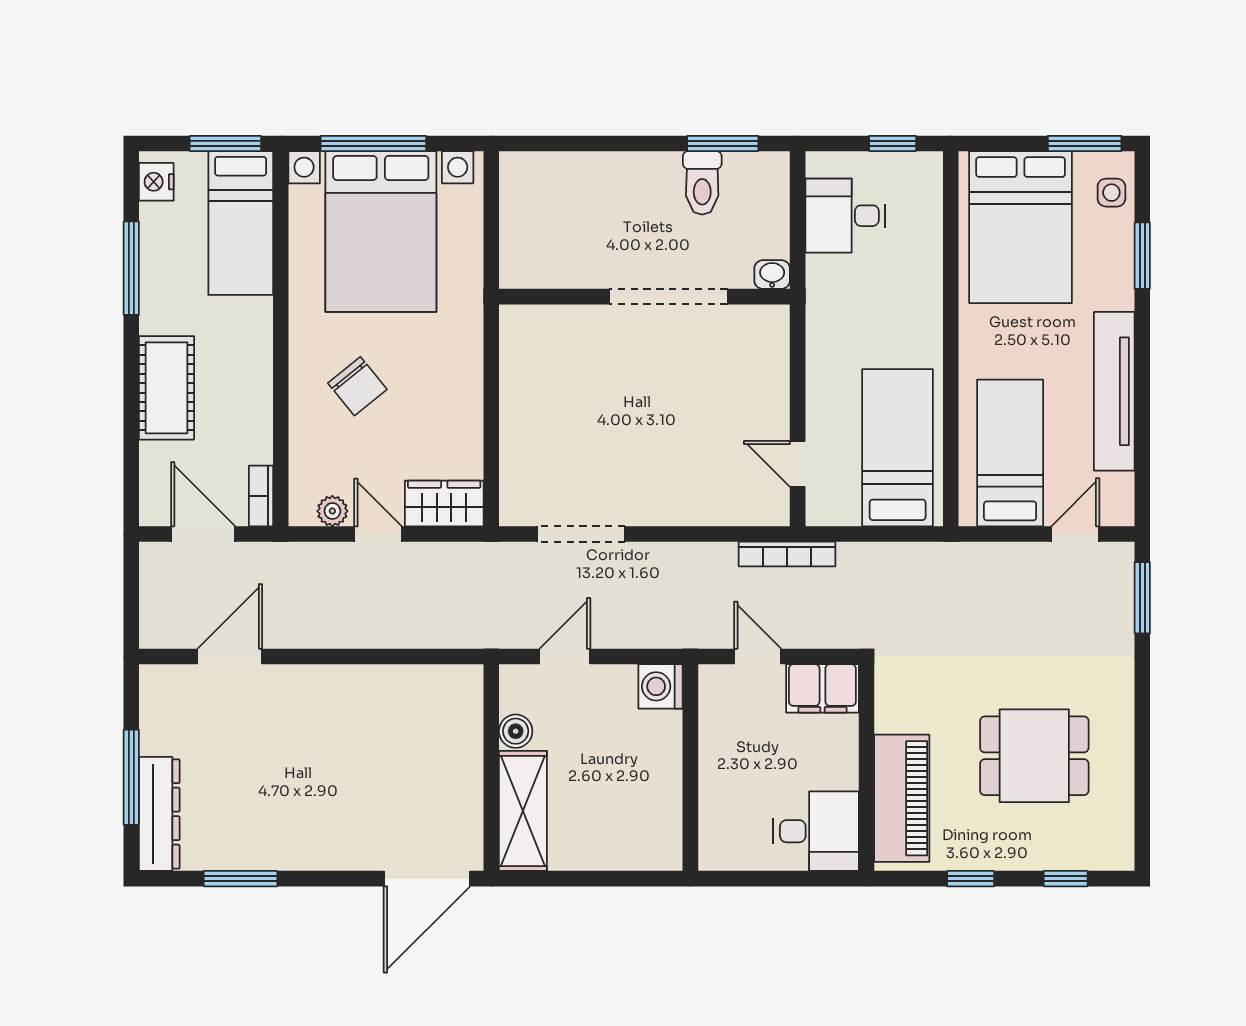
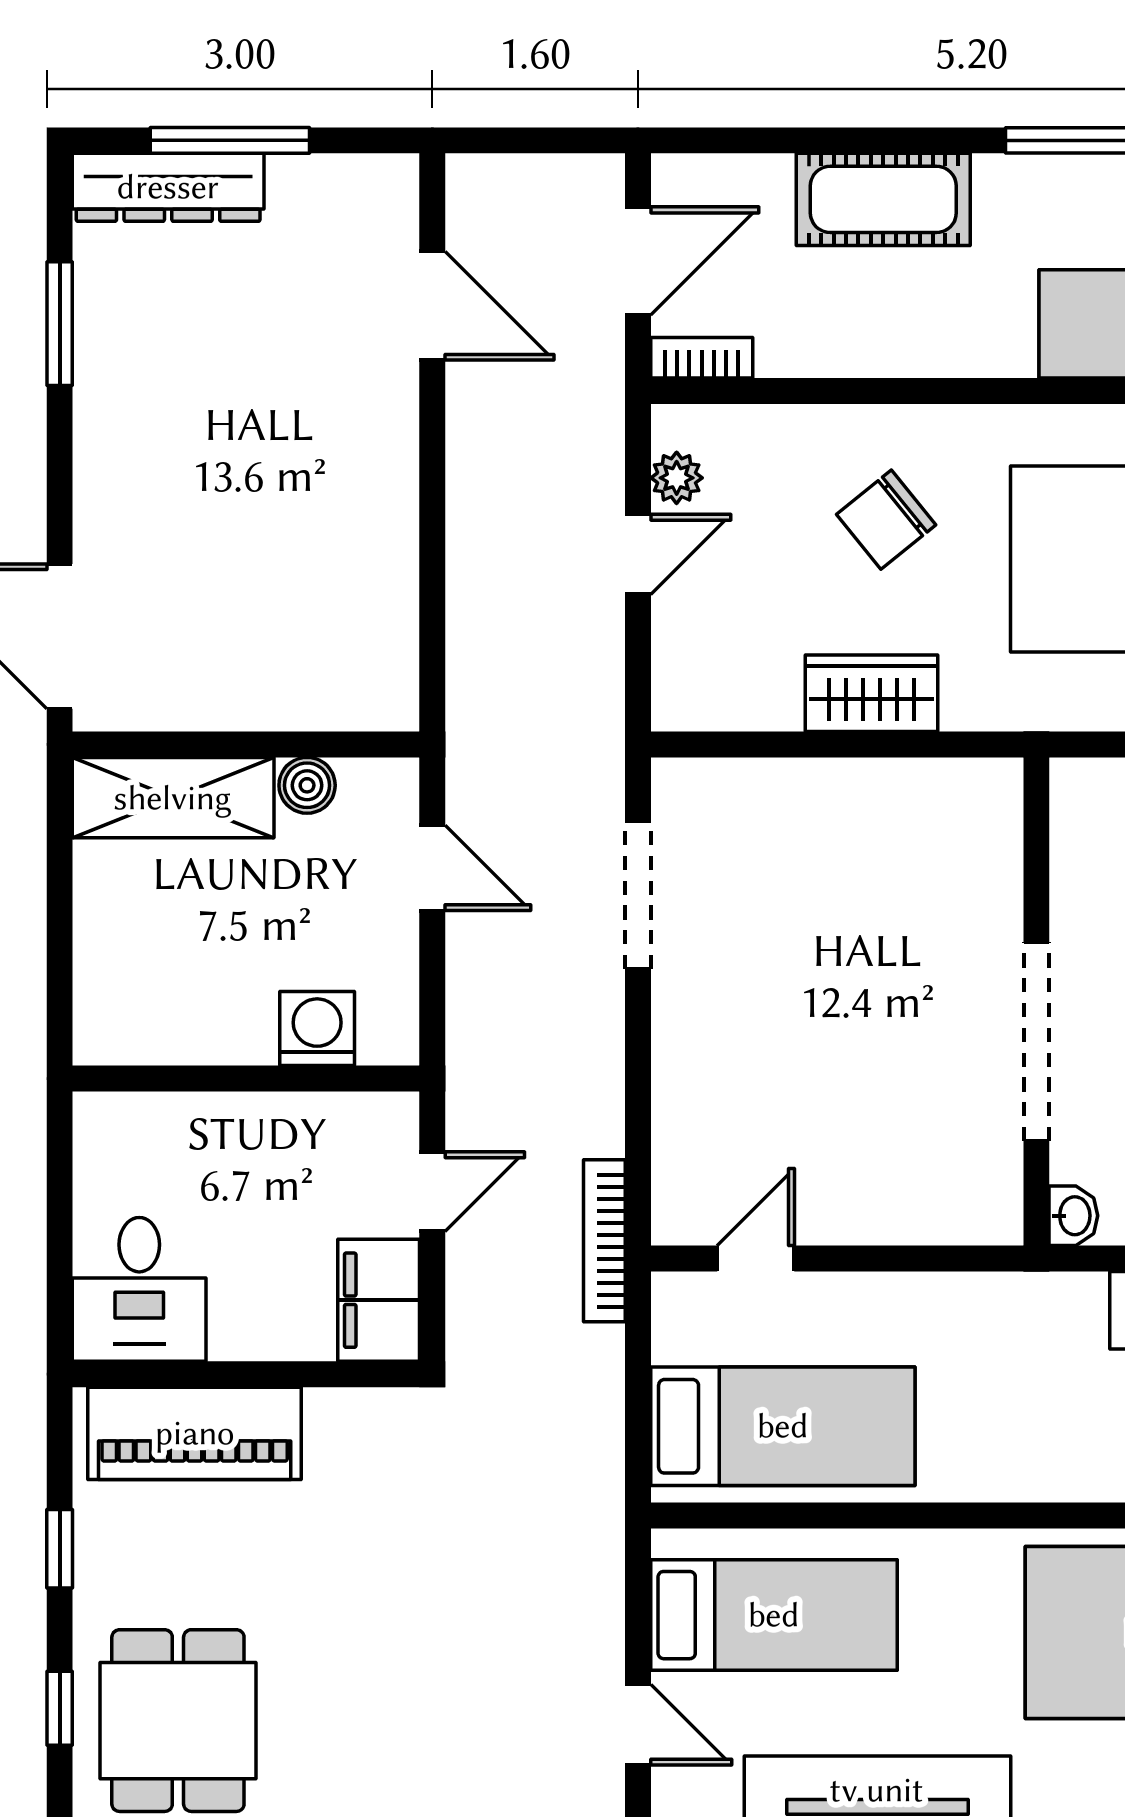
wardrobe: (444, 503) -> (871, 693), moved, turned -90
washing machine: (661, 686) -> (317, 1028), moved
dining table: (1034, 756) -> (178, 1721), moved

